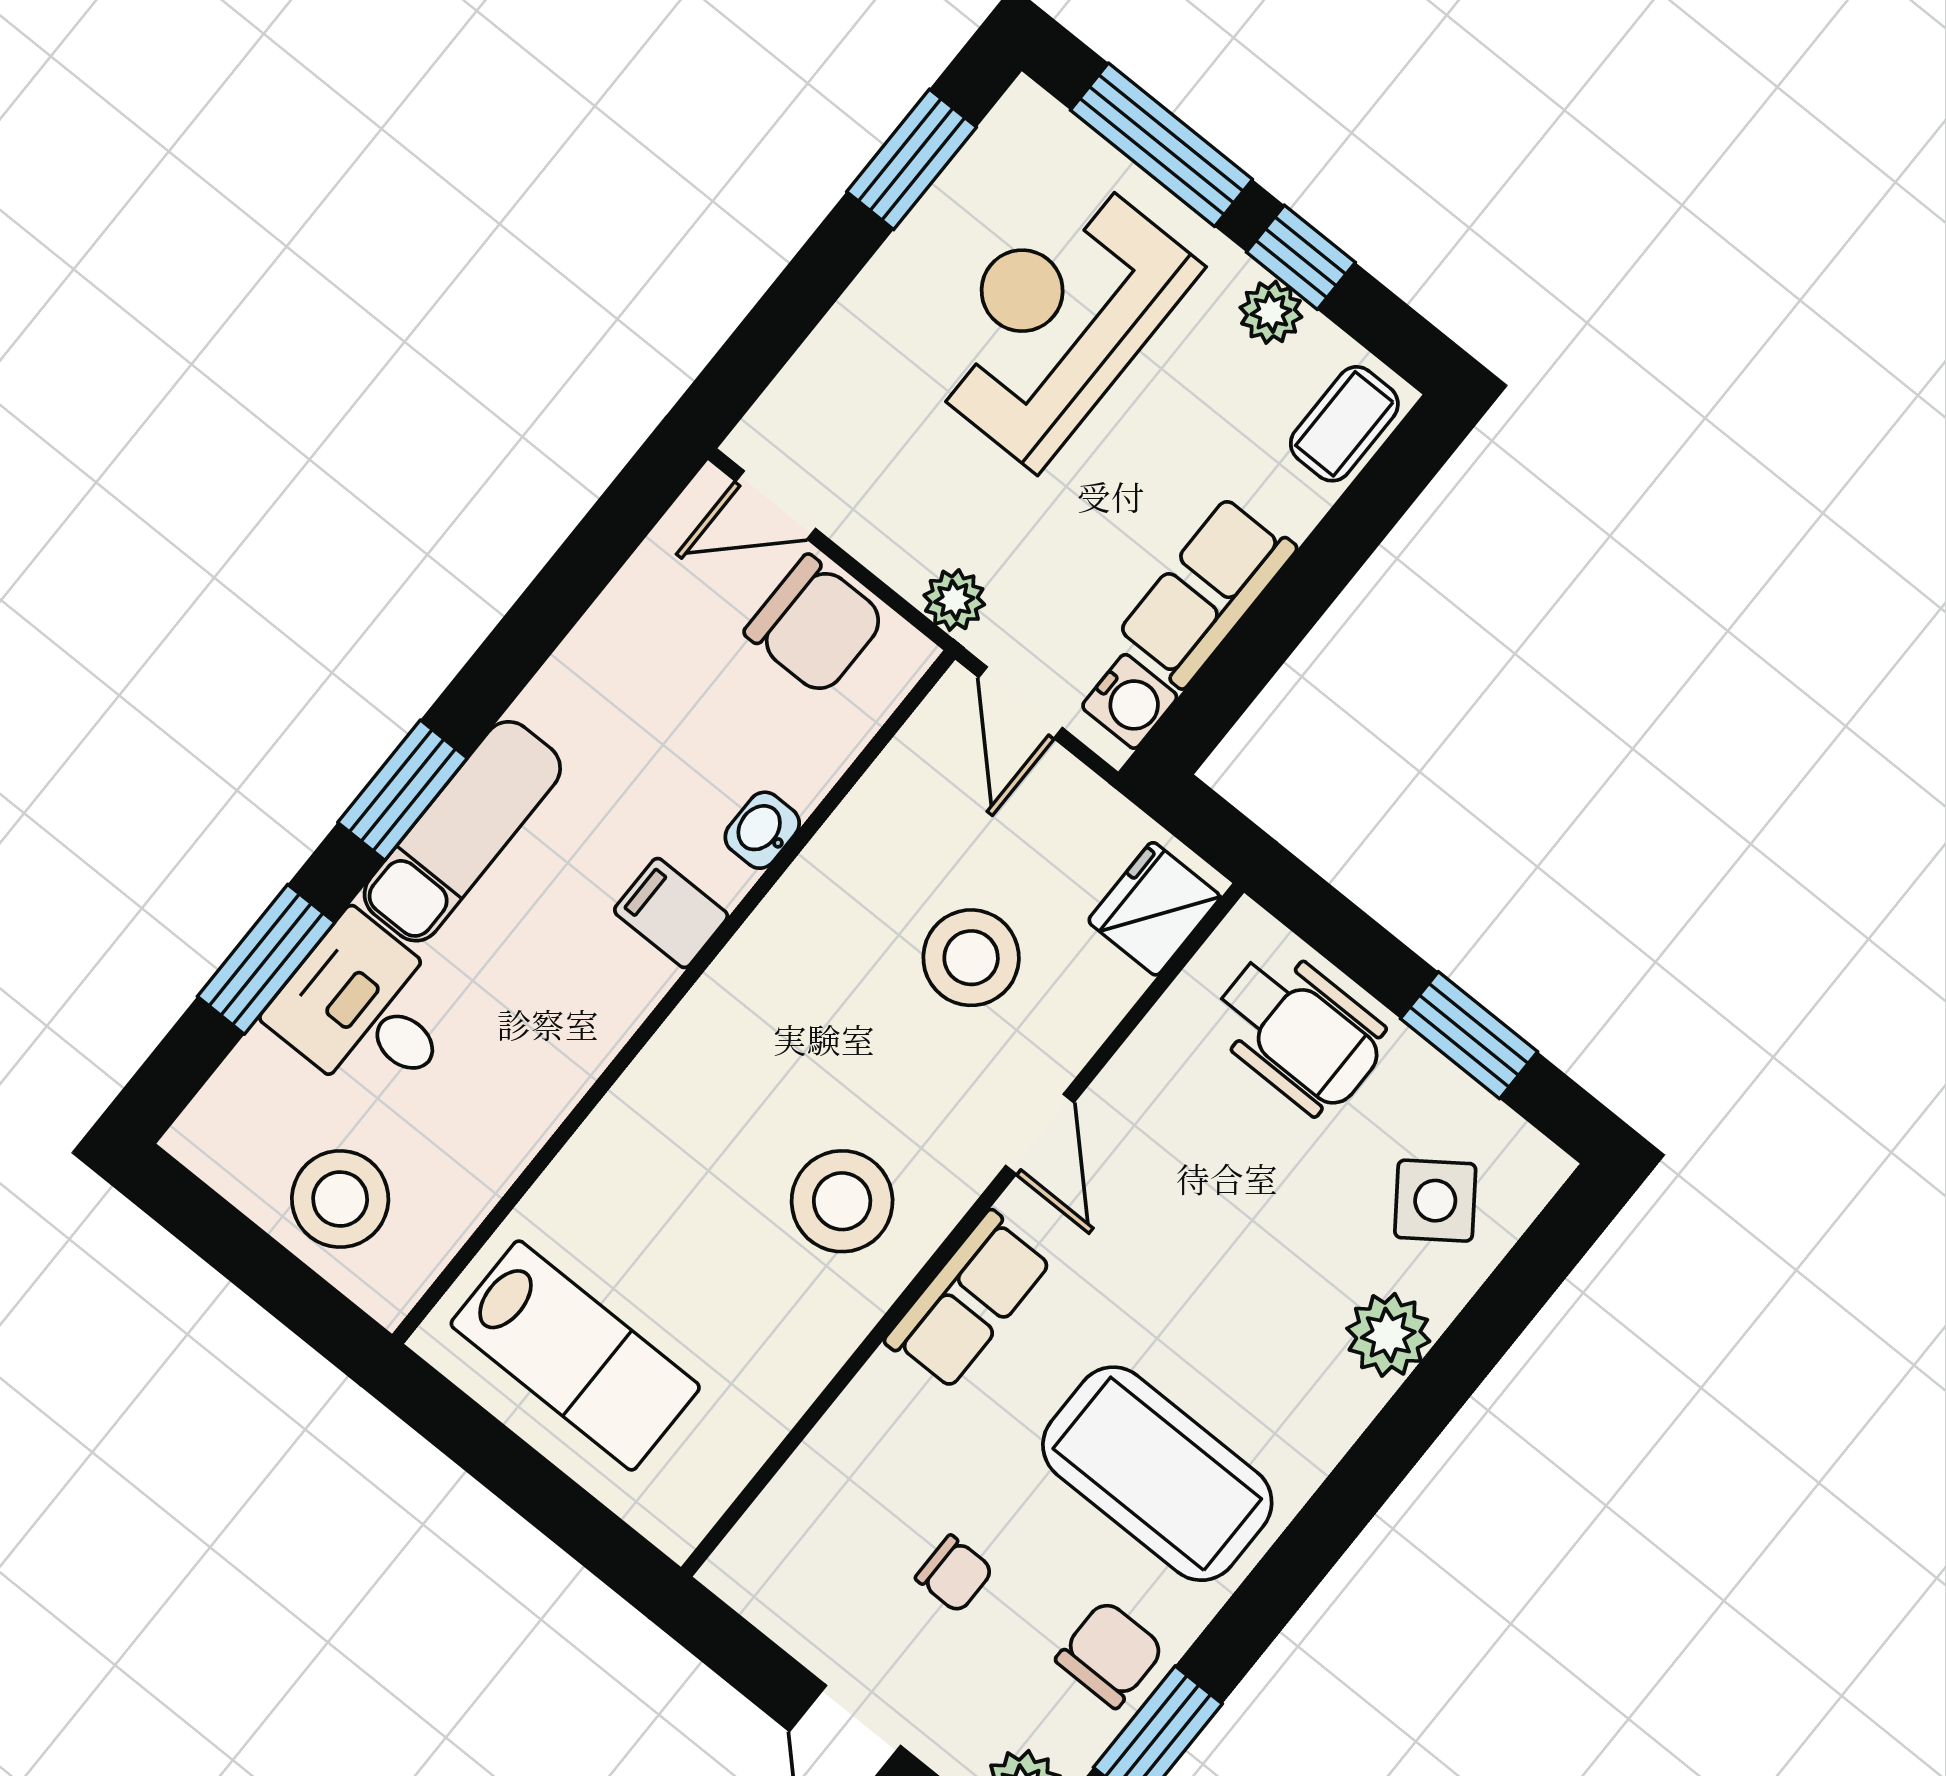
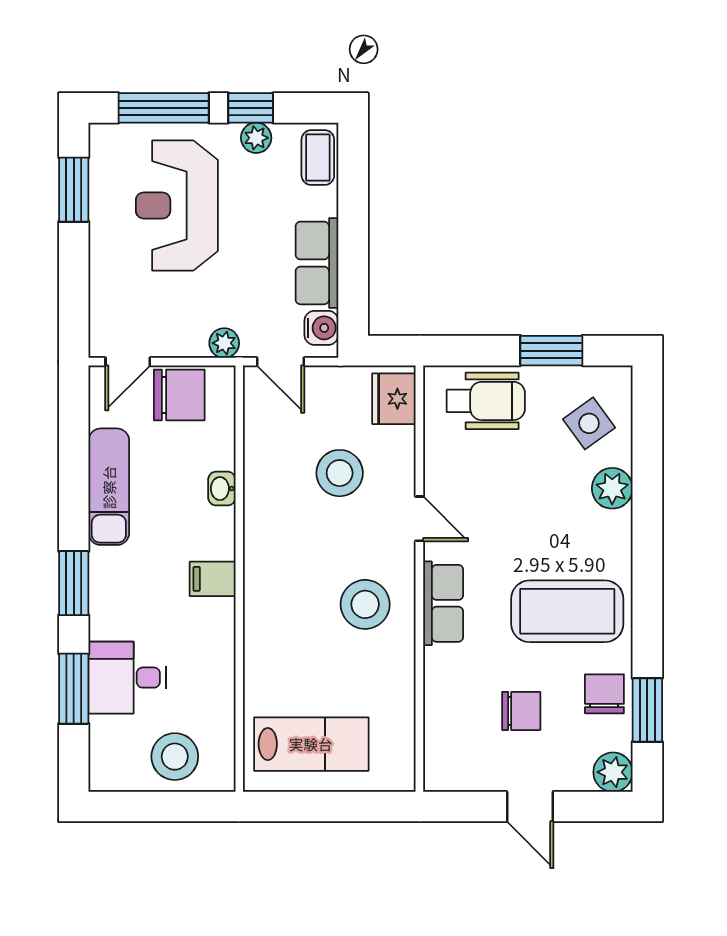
exam couch: (462, 831) -> (109, 487), moved
filing cabinet: (671, 913) -> (213, 579), moved
chair: (954, 1574) -> (521, 711), width x1.37, depth x1.37

